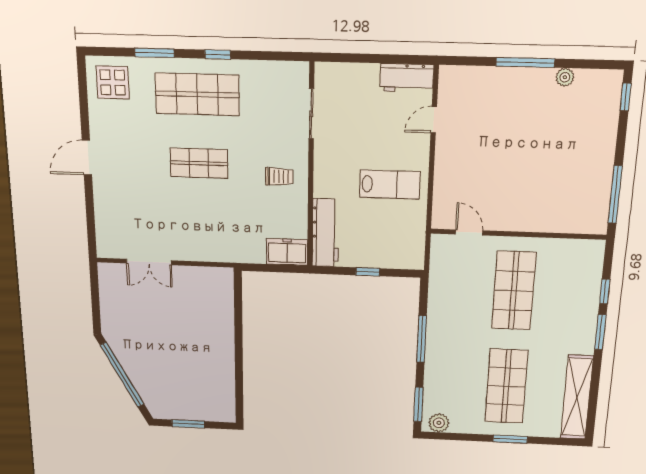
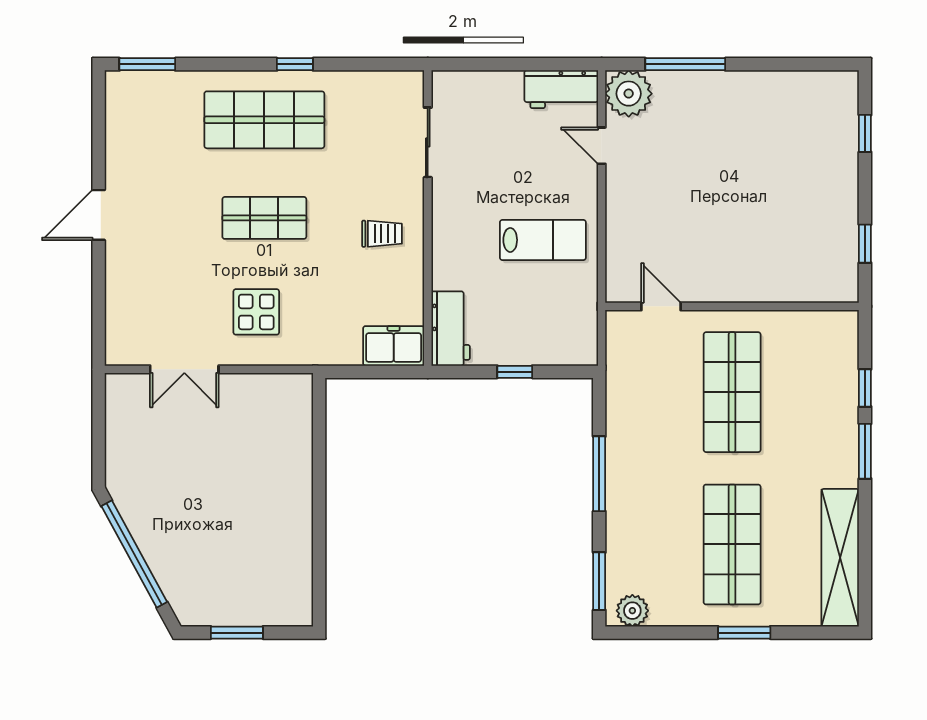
window: (155, 53) -> (147, 64), moved
window: (525, 62) -> (685, 64), moved
plant: (565, 77) -> (629, 94), moved, width x1.88, depth x1.88
display table: (113, 82) -> (256, 312), moved
window: (626, 97) -> (865, 133), moved
door: (434, 120) -> (602, 146), hinge flipped
window: (615, 195) -> (865, 244), width x0.46
workbench: (325, 233) -> (451, 329), width x0.73

